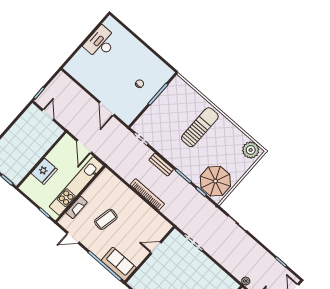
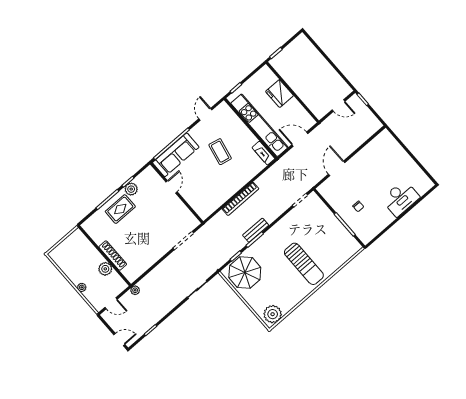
desk: (101, 43) -> (401, 198), moved, turned 90
door: (107, 109) -> (337, 168), hinge flipped
bench: (161, 165) -> (256, 230), moved
fireplace: (77, 207) -> (263, 153), moved
door: (156, 248) -> (171, 187), moved
sofa: (119, 264) -> (176, 155), width x1.36

